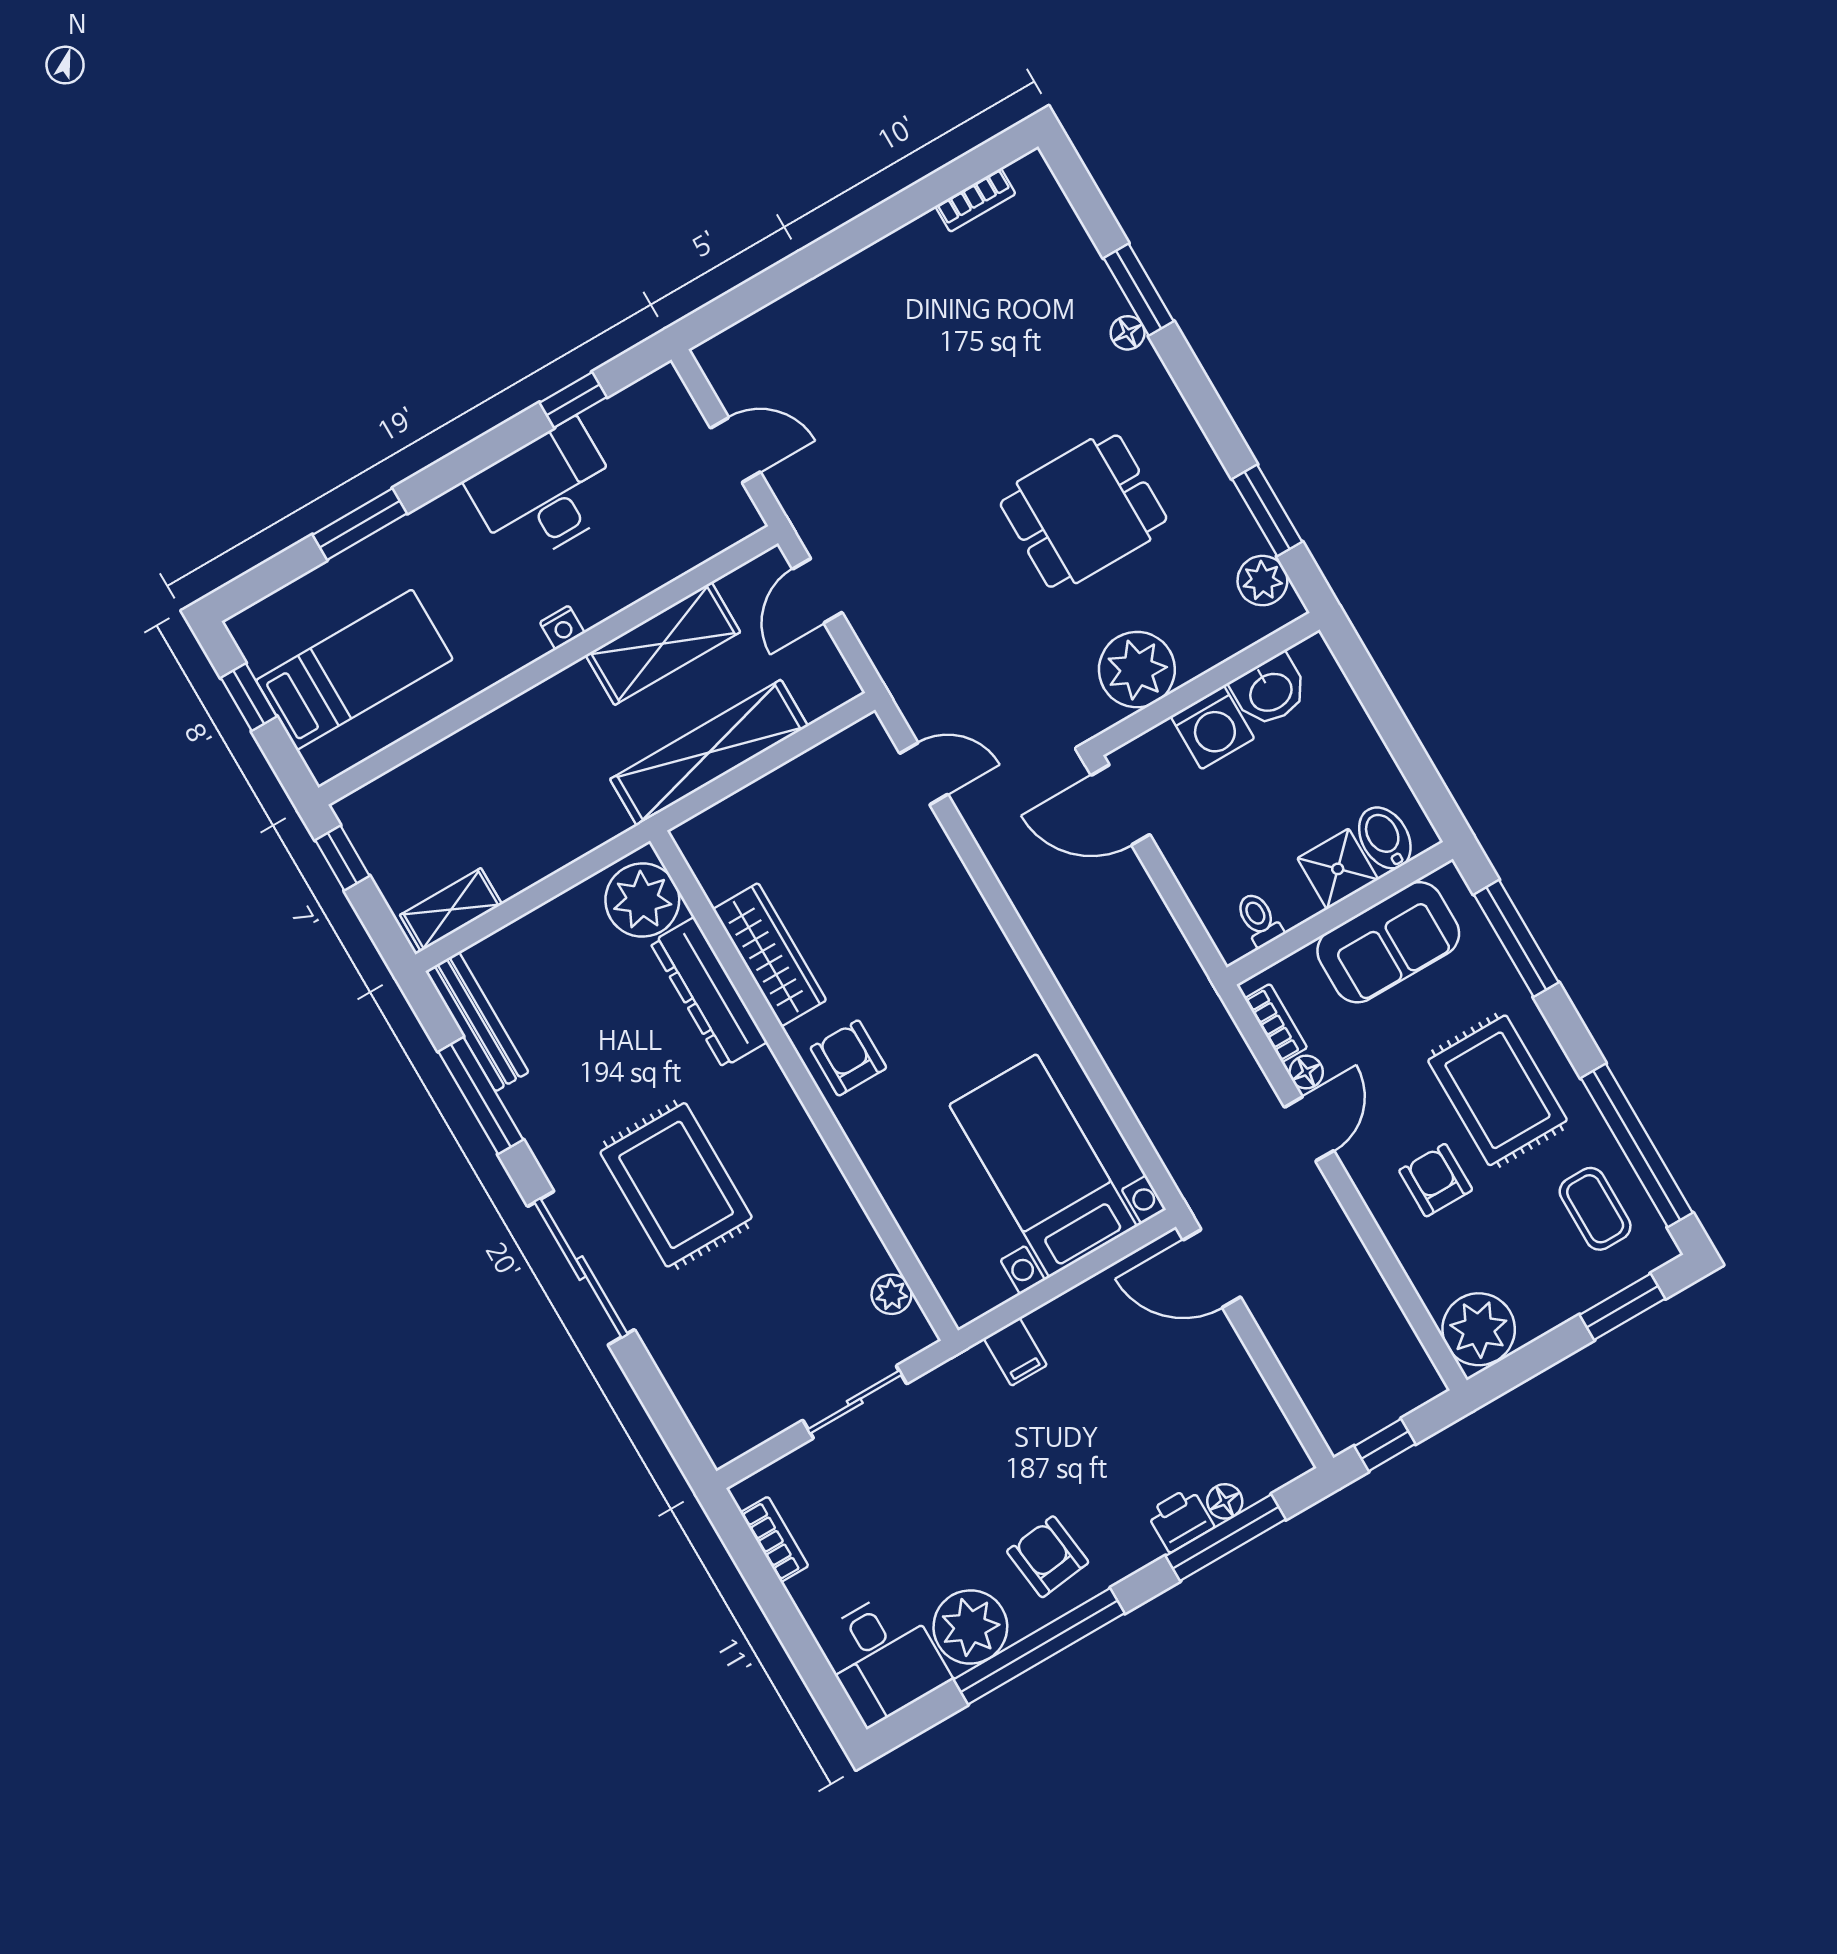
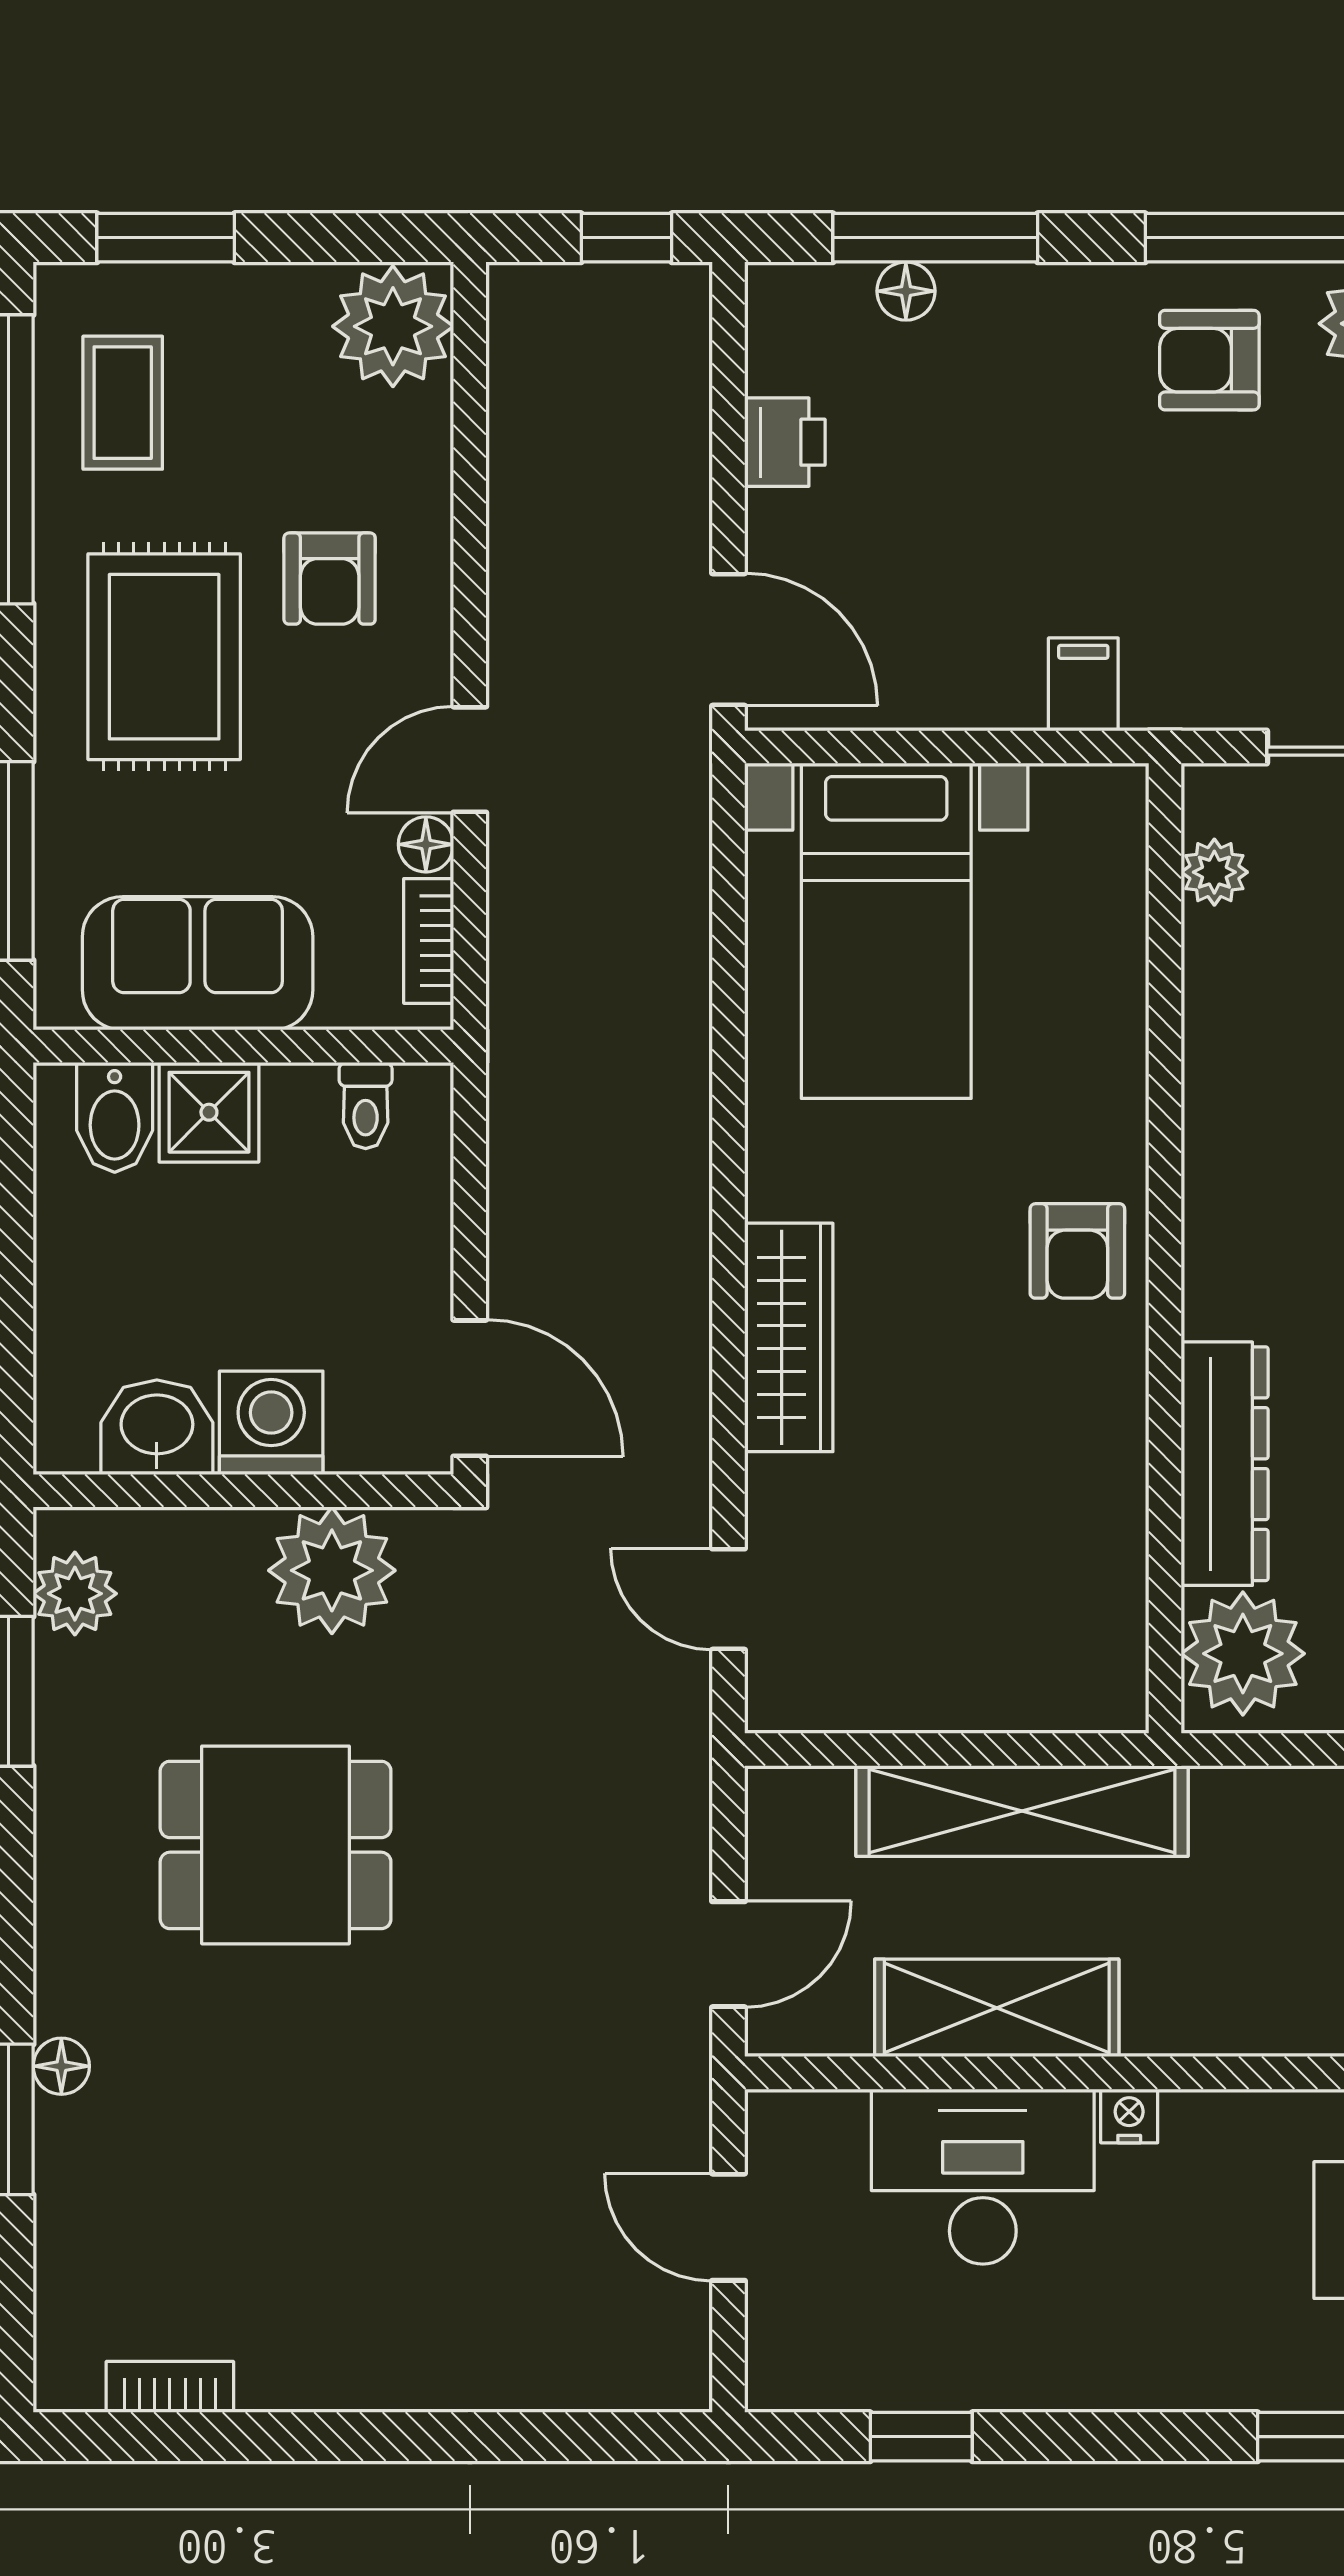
desk: (545, 493) -> (983, 2177), moved, turned 180
wardrobe: (769, 955) -> (789, 1337), moved, turned 180
printer: (1180, 1520) -> (785, 442), moved, turned -90
armchair: (1048, 1557) -> (1209, 360), turned 97

